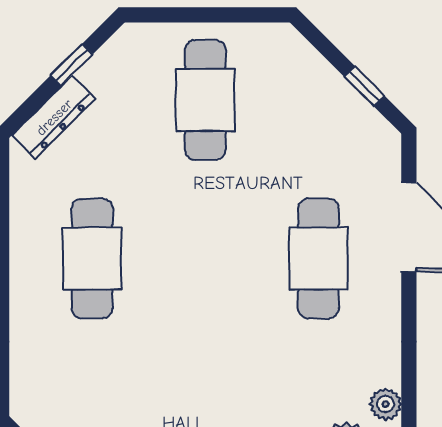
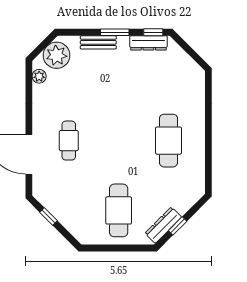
dresser: (54, 117) -> (163, 225), moved
cafe table: (318, 258) -> (69, 141), width x0.73, depth x0.74

